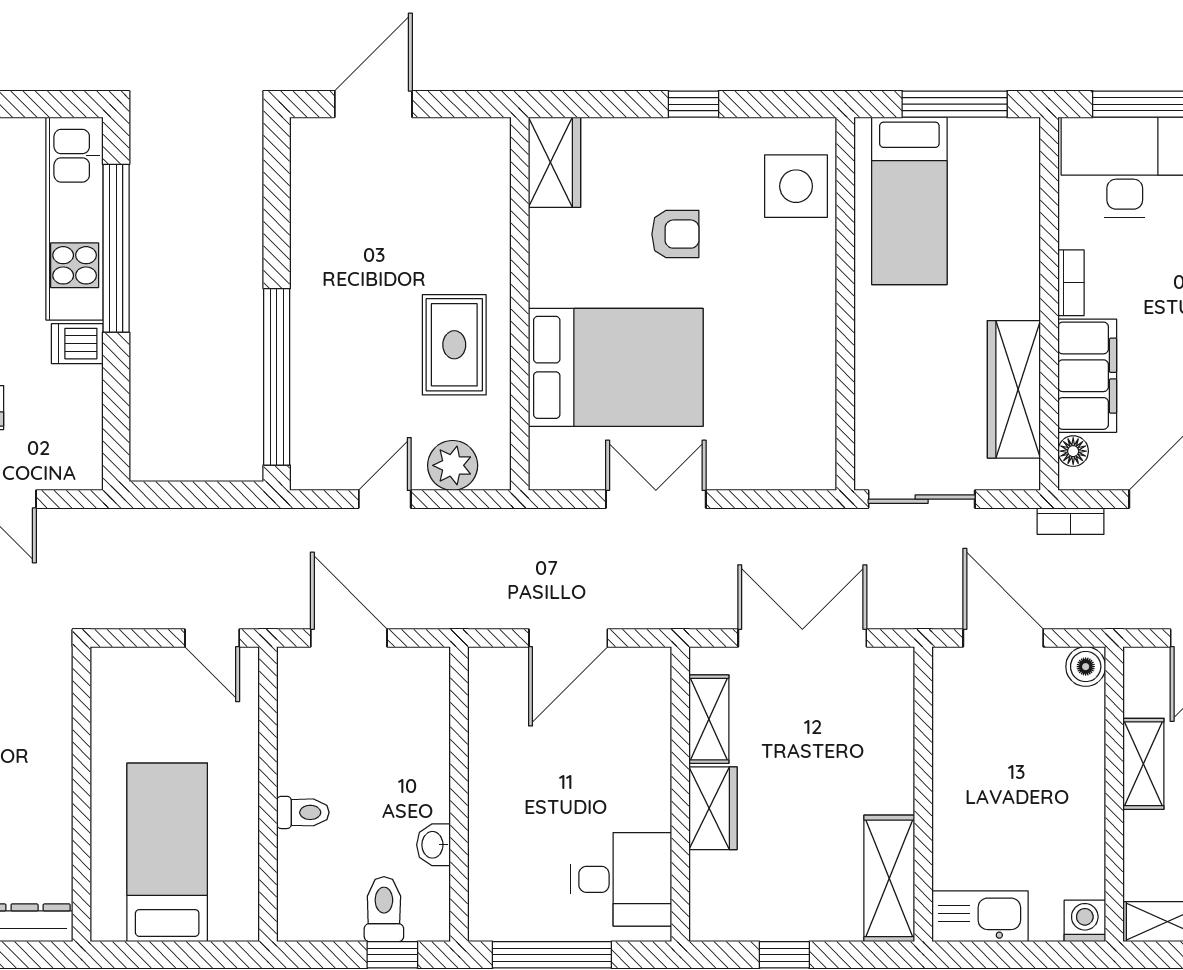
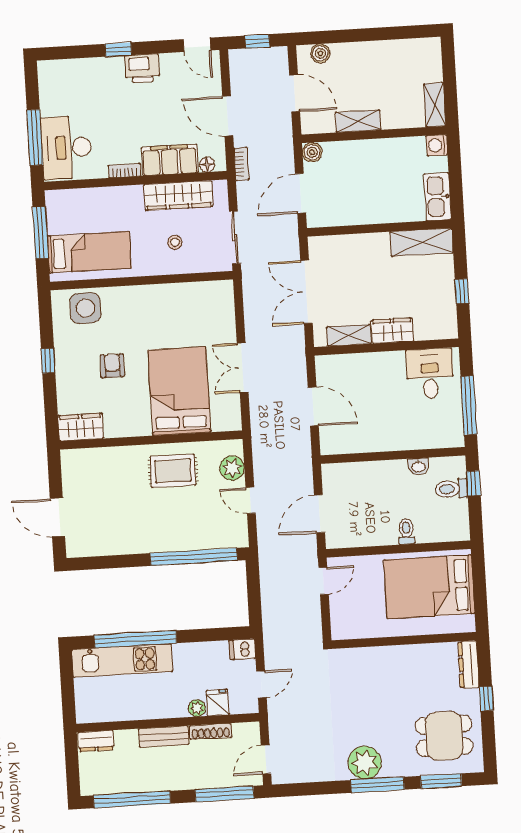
dishwasher: (77, 344) -> (242, 649), moved, turned 90
stool: (919, 376) -> (175, 242), added
bed: (167, 852) -> (429, 587), width x1.50

